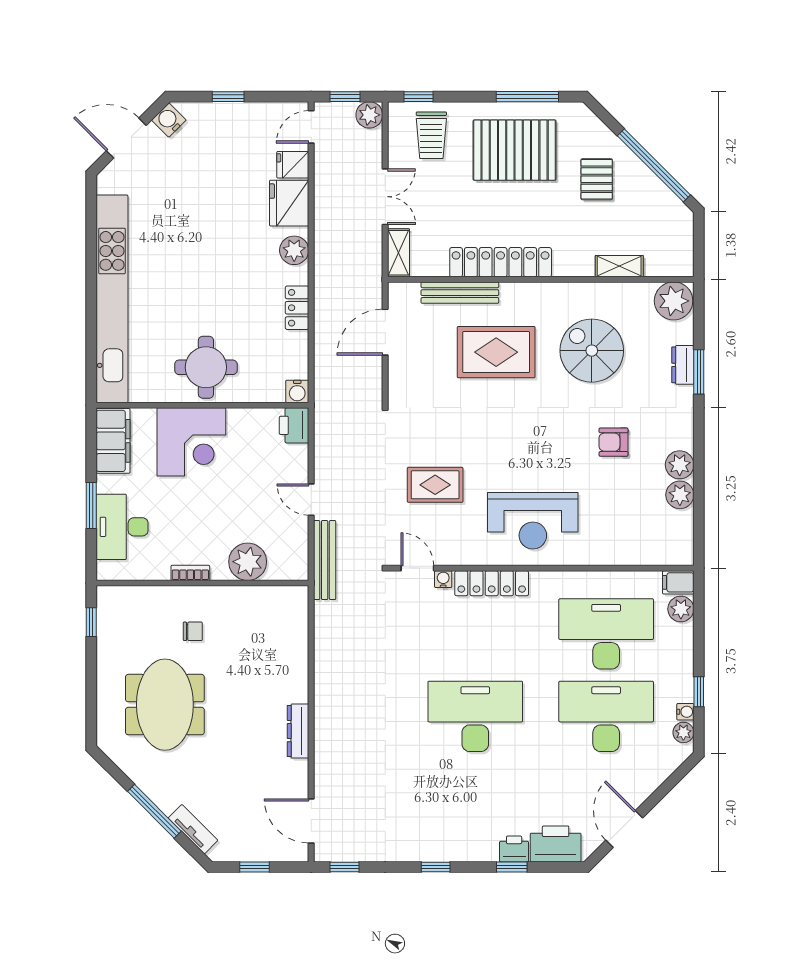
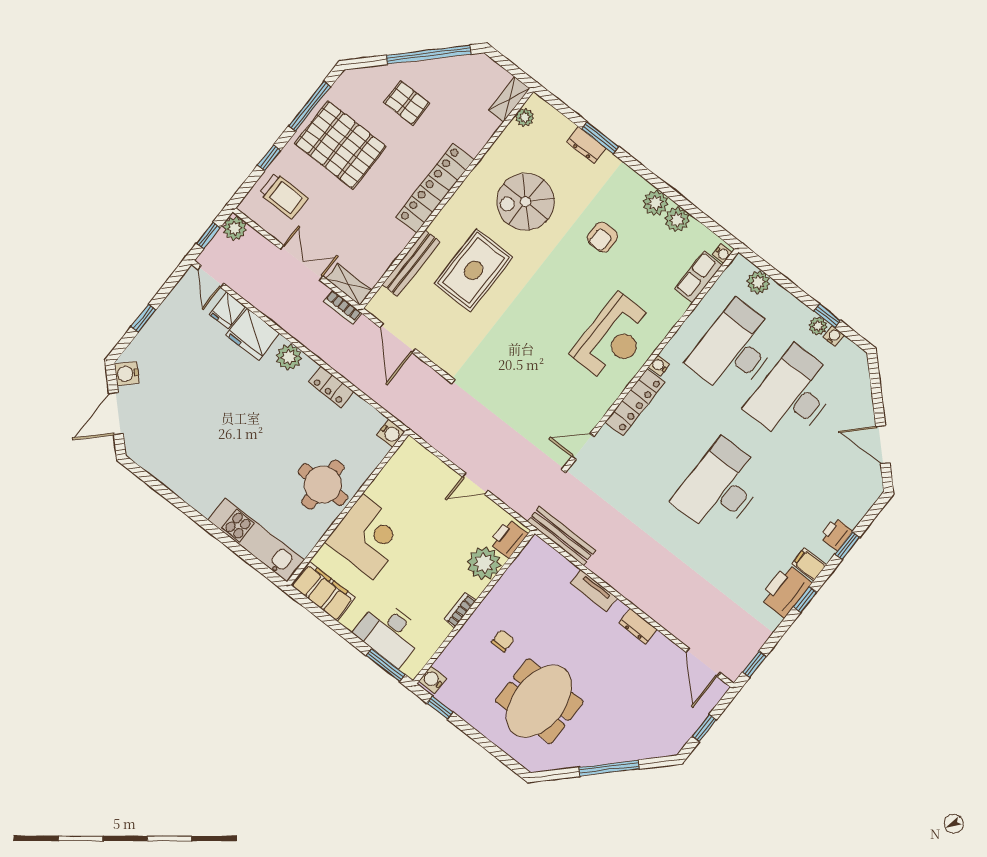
window: (419, 97) -> (269, 158), moved
pallet: (515, 150) -> (340, 145), turned 90
locker: (501, 262) -> (435, 188), moved
bookcase: (374, 263) -> (343, 307), added
shelving: (619, 266) -> (509, 99), moved
kitchen unit: (112, 299) -> (256, 540), width x0.54
plant: (674, 301) -> (525, 117), width x0.53, depth x0.53
printer: (294, 425) -> (508, 538), moved, turned 90
rug: (435, 485) -> (534, 387), removed
window: (91, 505) -> (385, 665), moved
row of seats: (645, 553) -> (699, 277), added
water cooler: (681, 558) -> (722, 254), added
bench: (325, 560) -> (561, 536), moved
water cooler: (443, 579) -> (659, 365), moved
filing cabinet: (678, 582) -> (809, 564), moved, turned 90
water cooler: (111, 597) -> (432, 680), added
meeting table: (165, 705) -> (539, 701), turned 90
dresser: (298, 731) -> (638, 626), width x0.70
plant: (683, 732) -> (818, 326), moved
door: (311, 821) -> (703, 662), hinge flipped
tv unit: (193, 829) -> (594, 591), moved, turned -135
printer: (556, 844) -> (786, 591), moved

